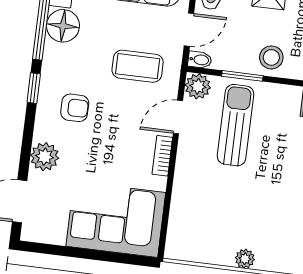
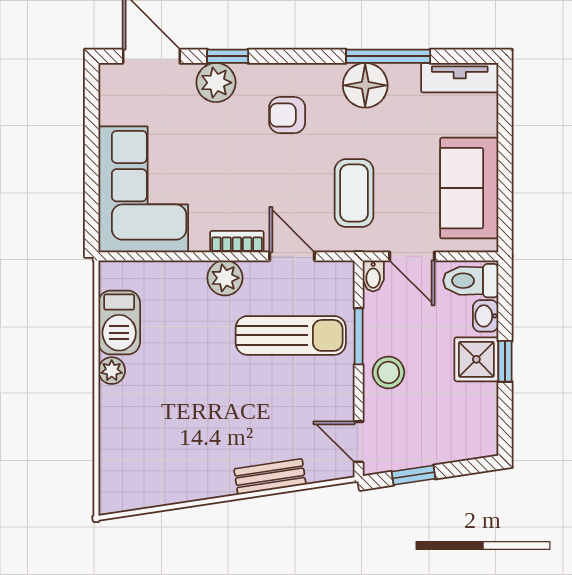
floor lamp: (63, 26) -> (365, 85), moved
plant: (198, 86) -> (225, 278), moved
window: (34, 88) -> (228, 56), moved
armchair: (75, 108) -> (287, 115), turned 90
barbecue: (211, 249) -> (119, 323), added

